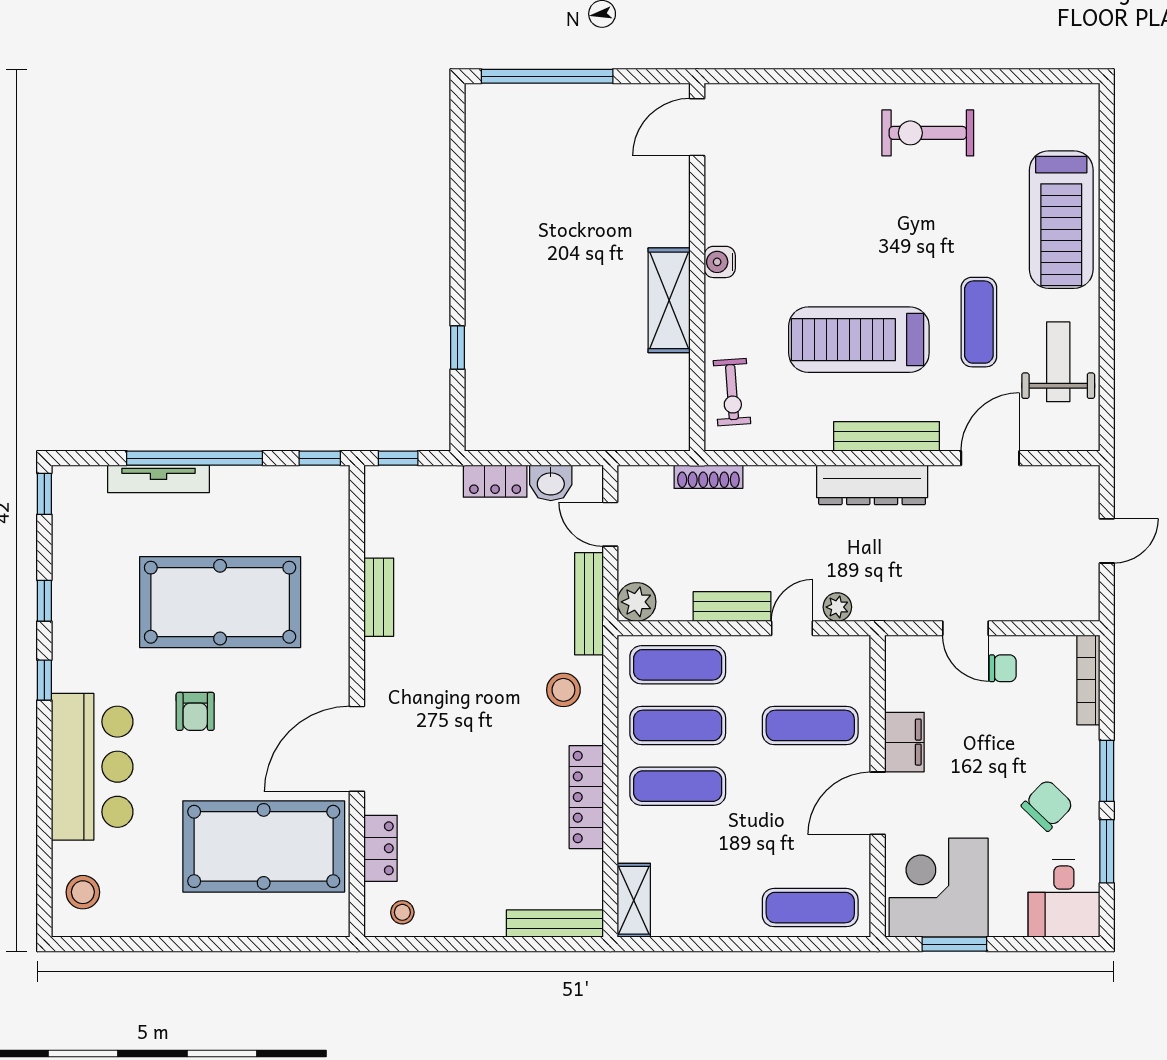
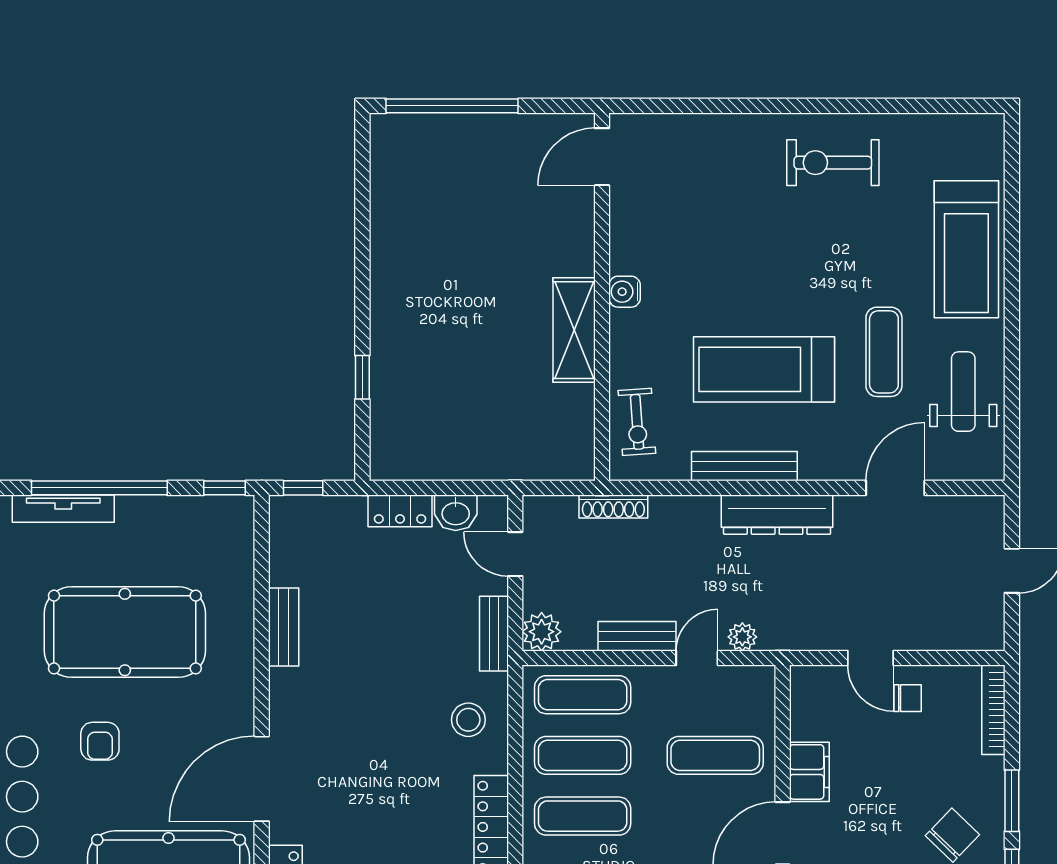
bench: (887, 436) -> (744, 466), moved
bench: (589, 604) -> (494, 634), width x0.73

